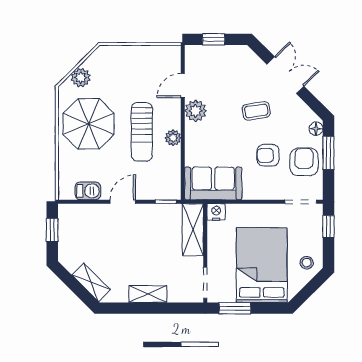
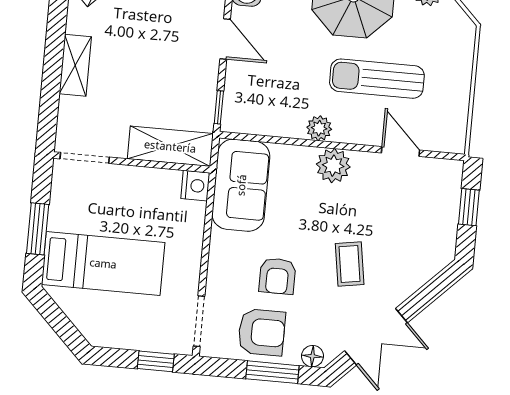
double door: (285, 75) -> (376, 337), moved
plant: (196, 111) -> (333, 166), moved
sun lounger: (142, 132) -> (377, 79), moved
armchair: (268, 155) -> (277, 276), turned 180
stool: (307, 263) -> (101, 322), removed
bed: (262, 265) -> (103, 263), width x0.67
window: (235, 308) -> (38, 229), moved

